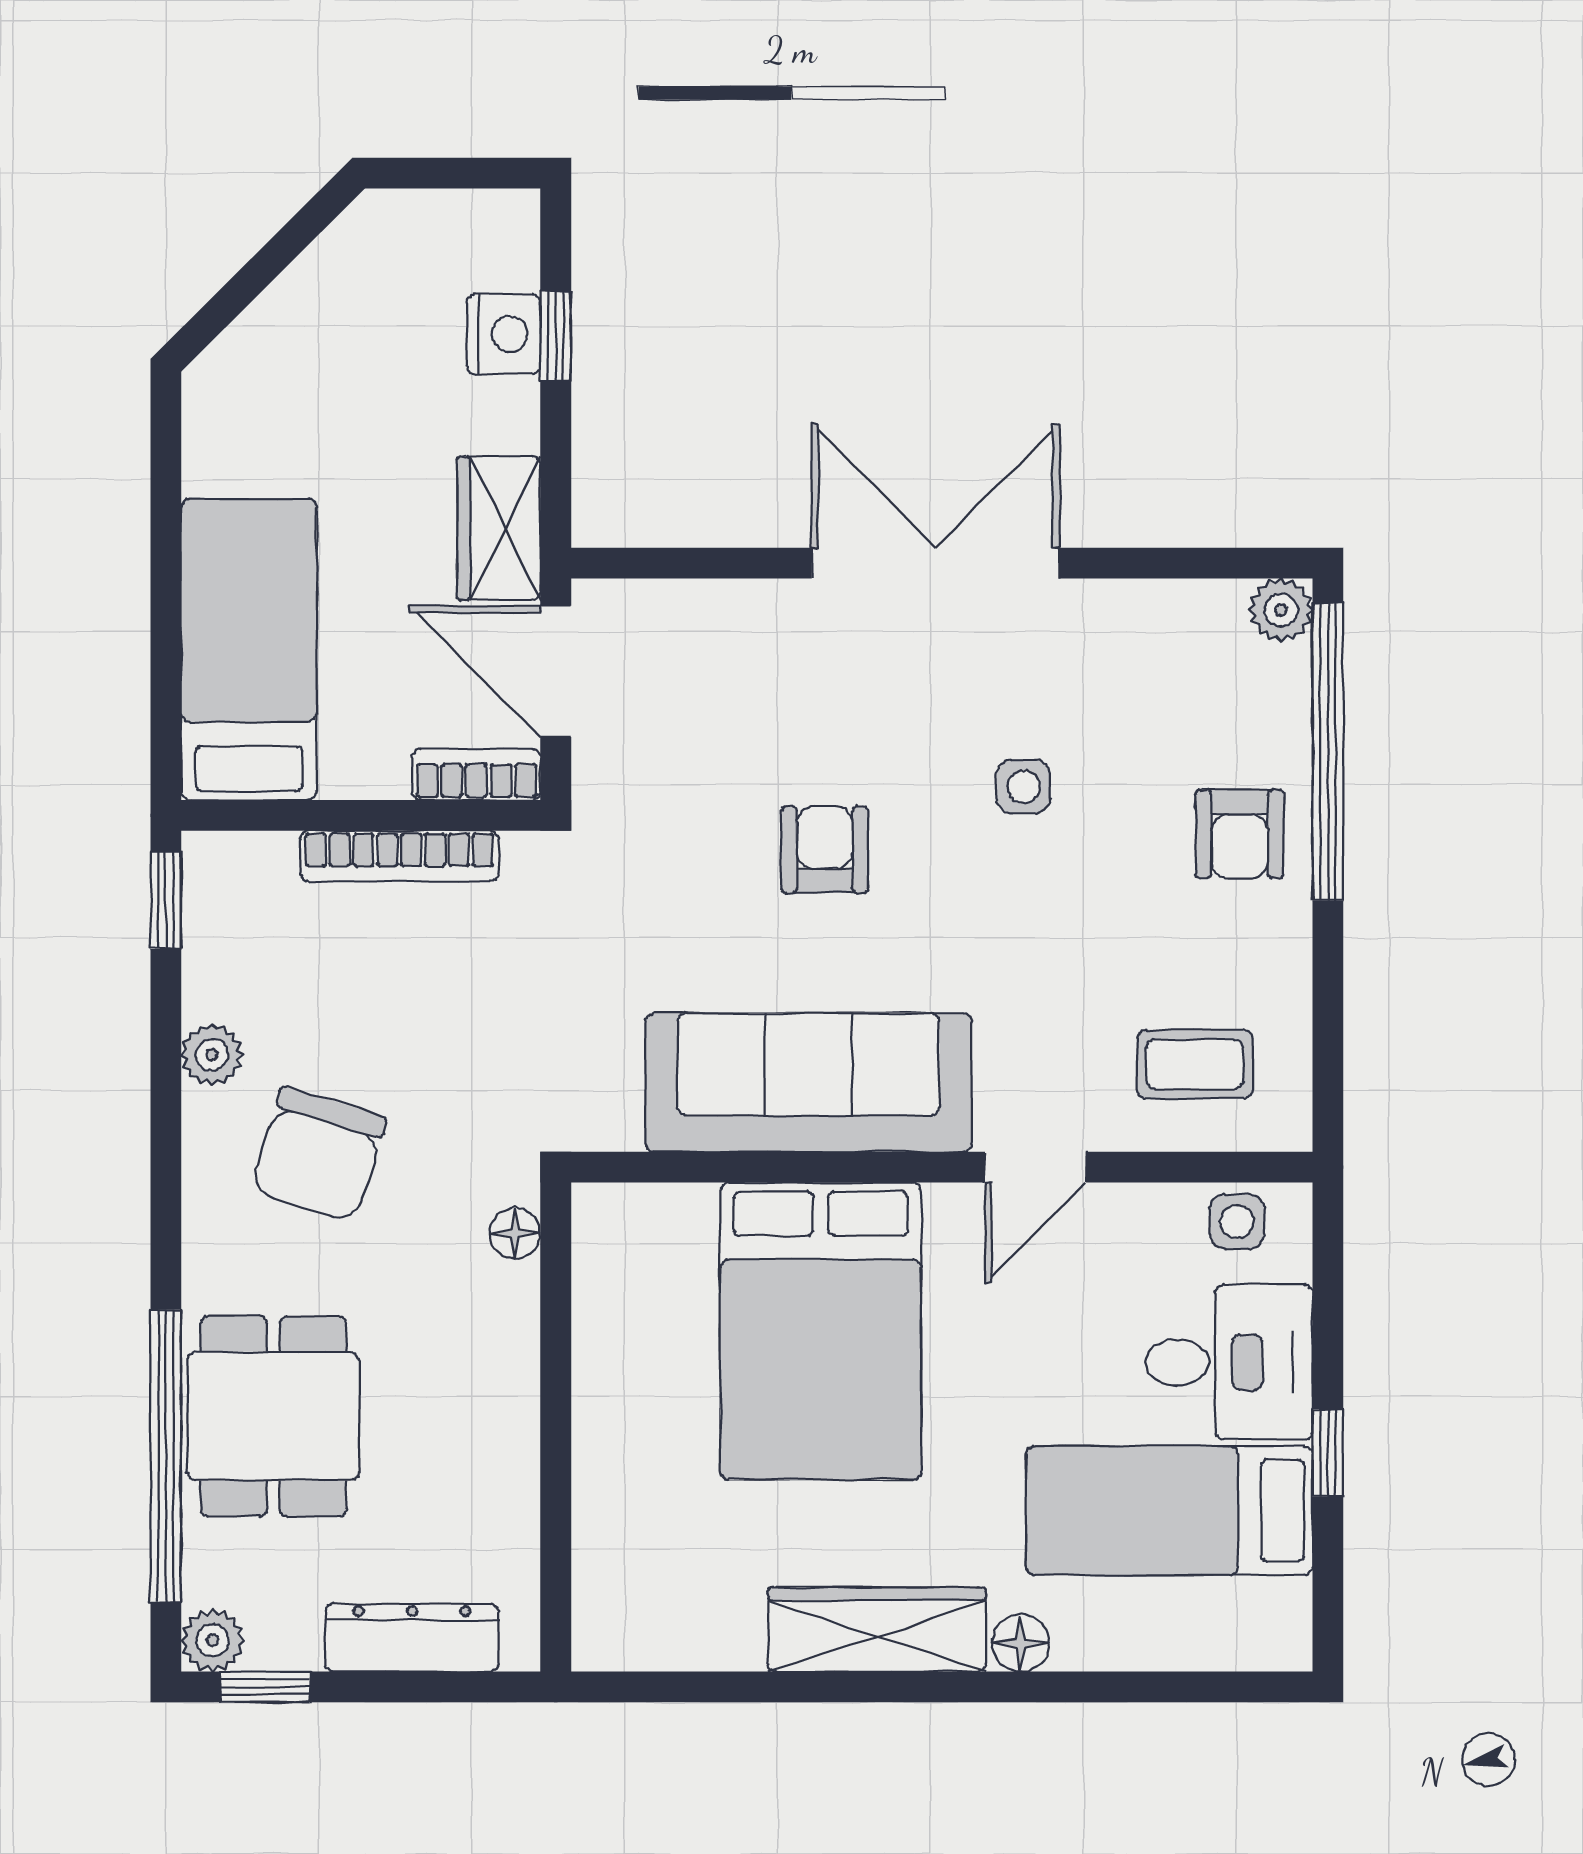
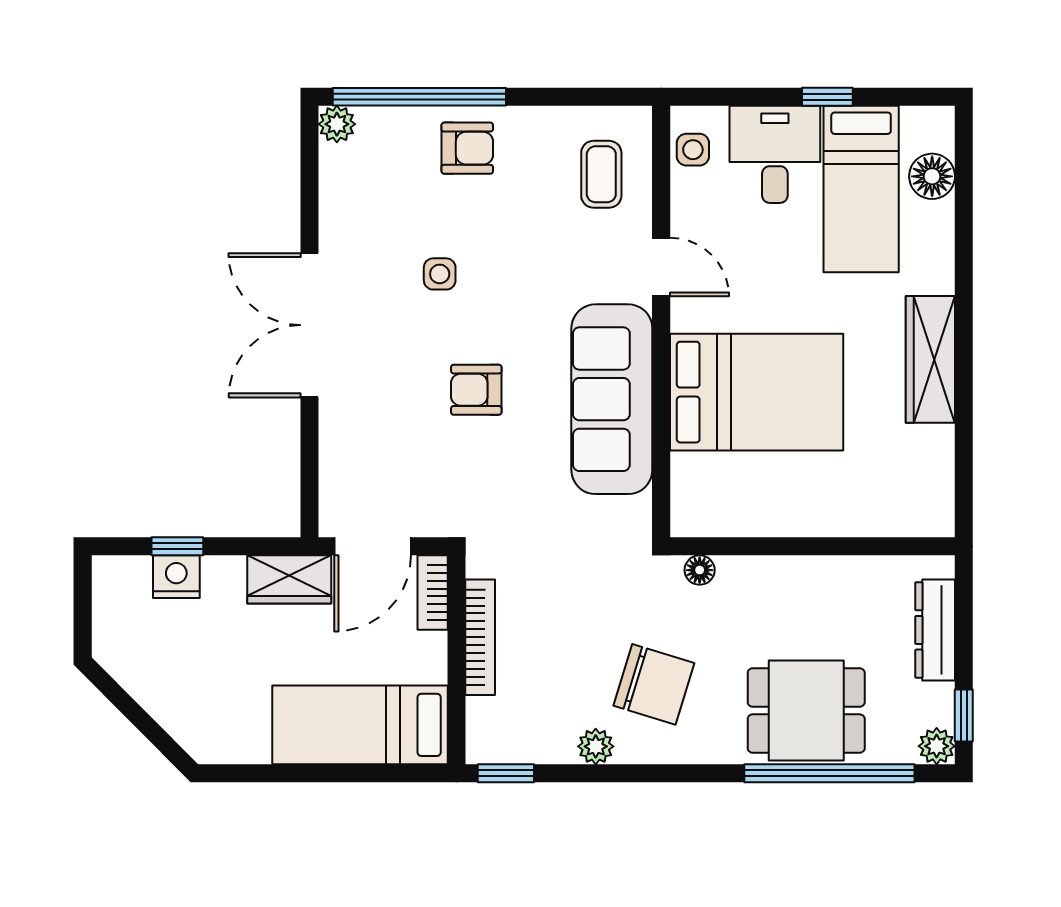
floor lamp: (1021, 1643) -> (932, 176), moved, width x1.37, depth x1.37

